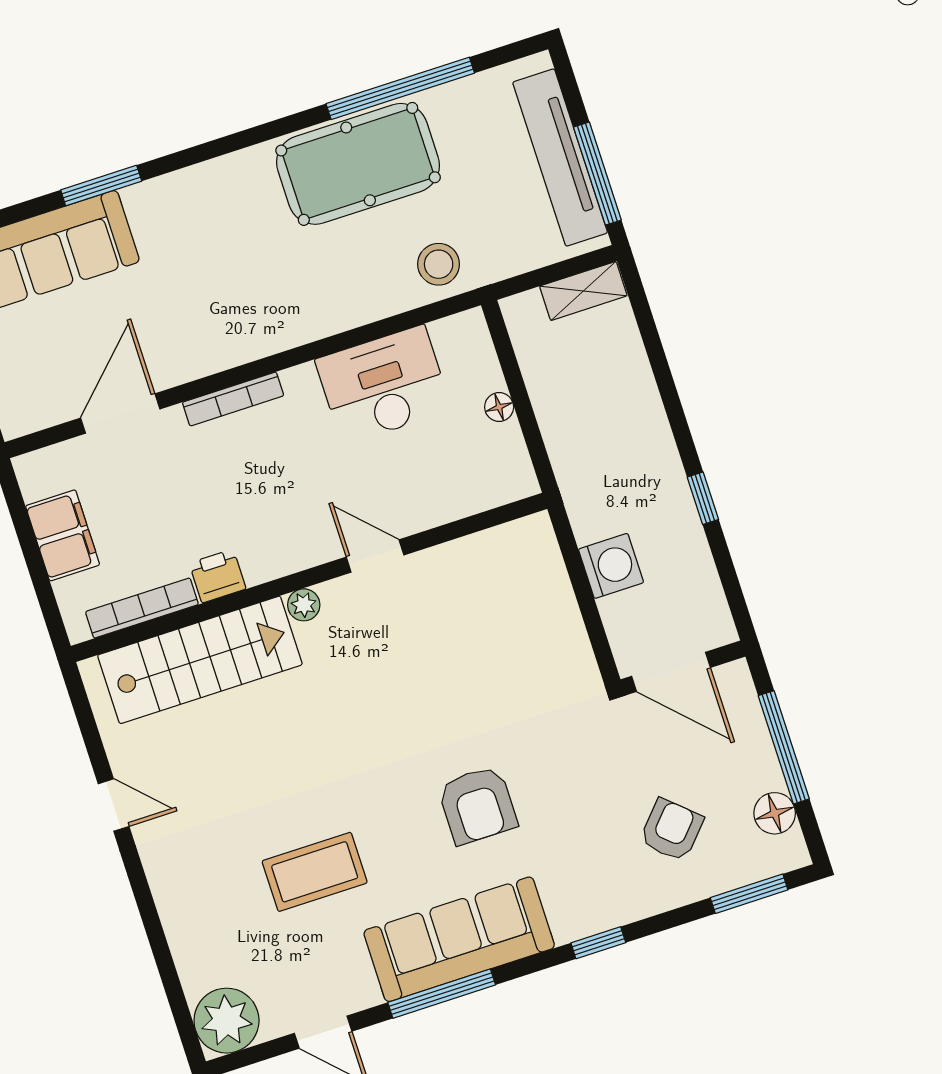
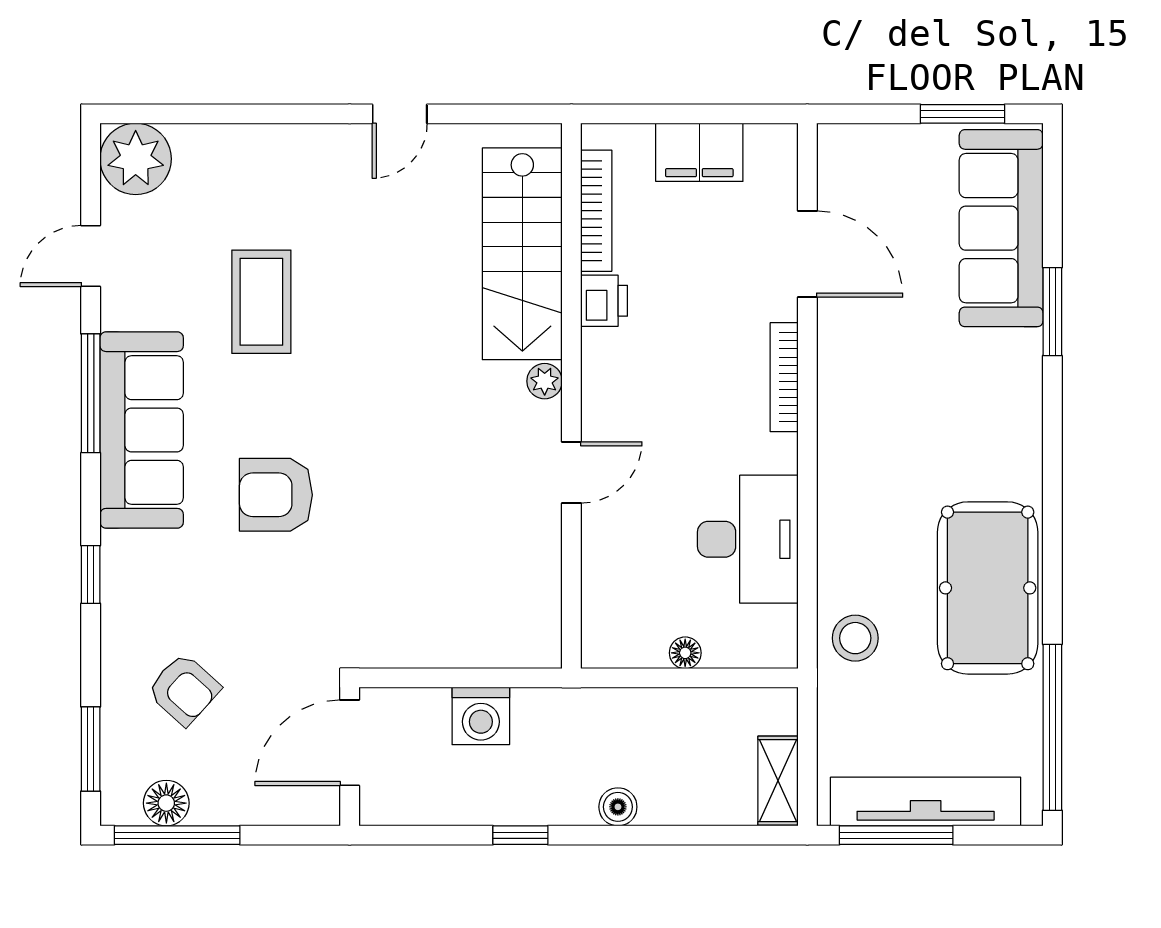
window: (400, 88) -> (1052, 727), moved
boiler: (651, 422) -> (618, 807), added
window: (784, 747) -> (177, 835), moved

